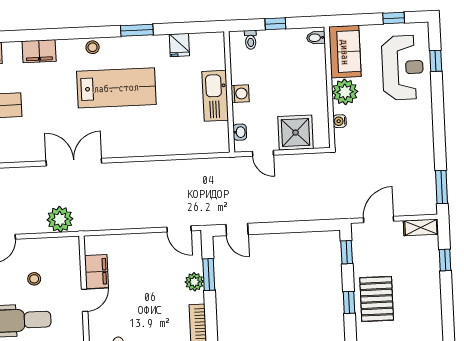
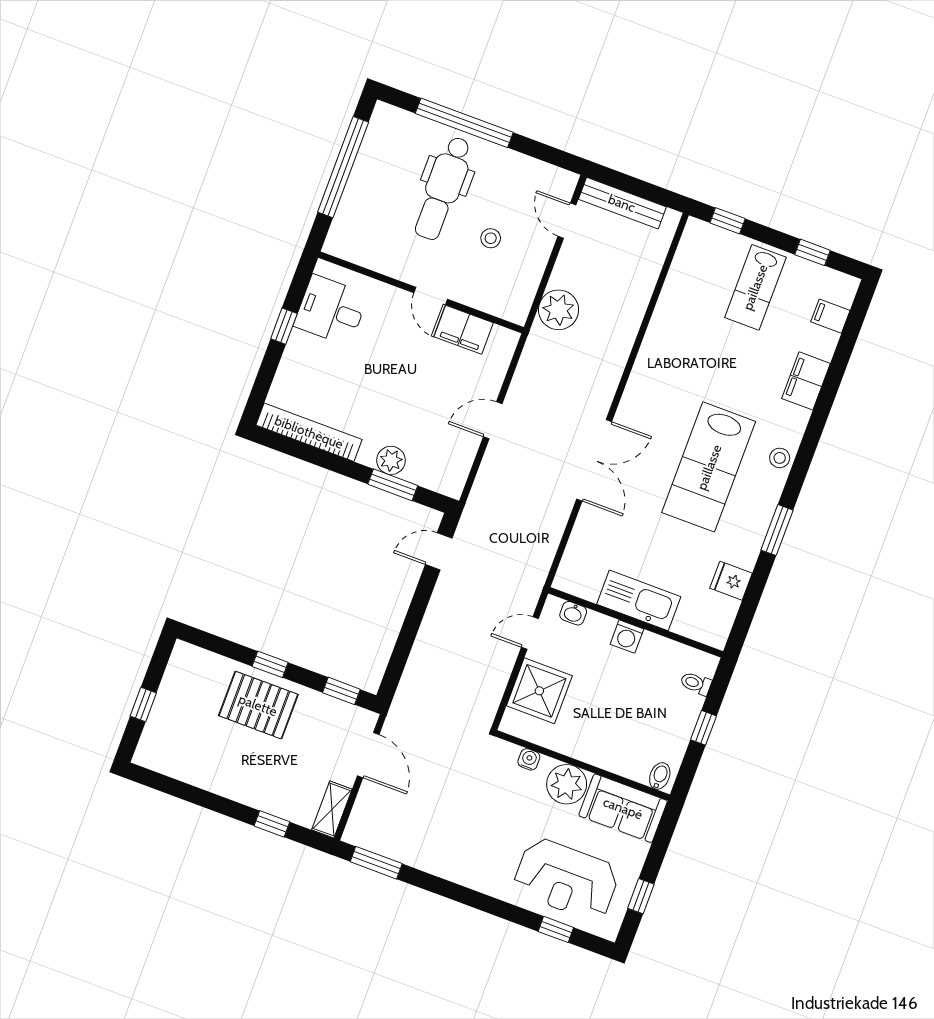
double door: (74, 162) -> (594, 460), moved
door: (179, 229) -> (493, 420), moved

